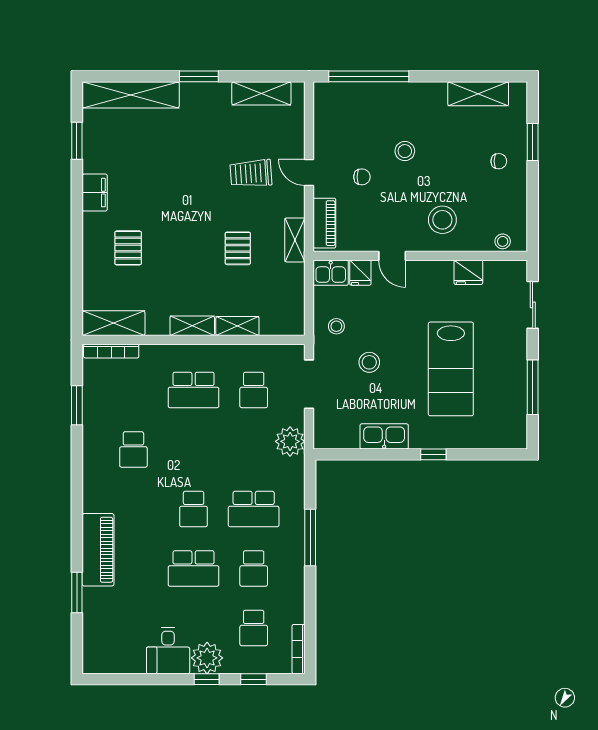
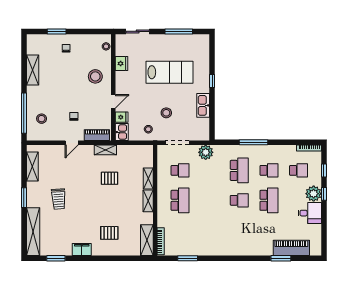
shelving: (478, 94) -> (33, 70), moved
stool: (405, 151) -> (42, 119), moved
trolley: (251, 173) -> (59, 199), moved
school desk: (133, 449) -> (210, 230), removed
piano: (98, 550) -> (291, 248), moved

